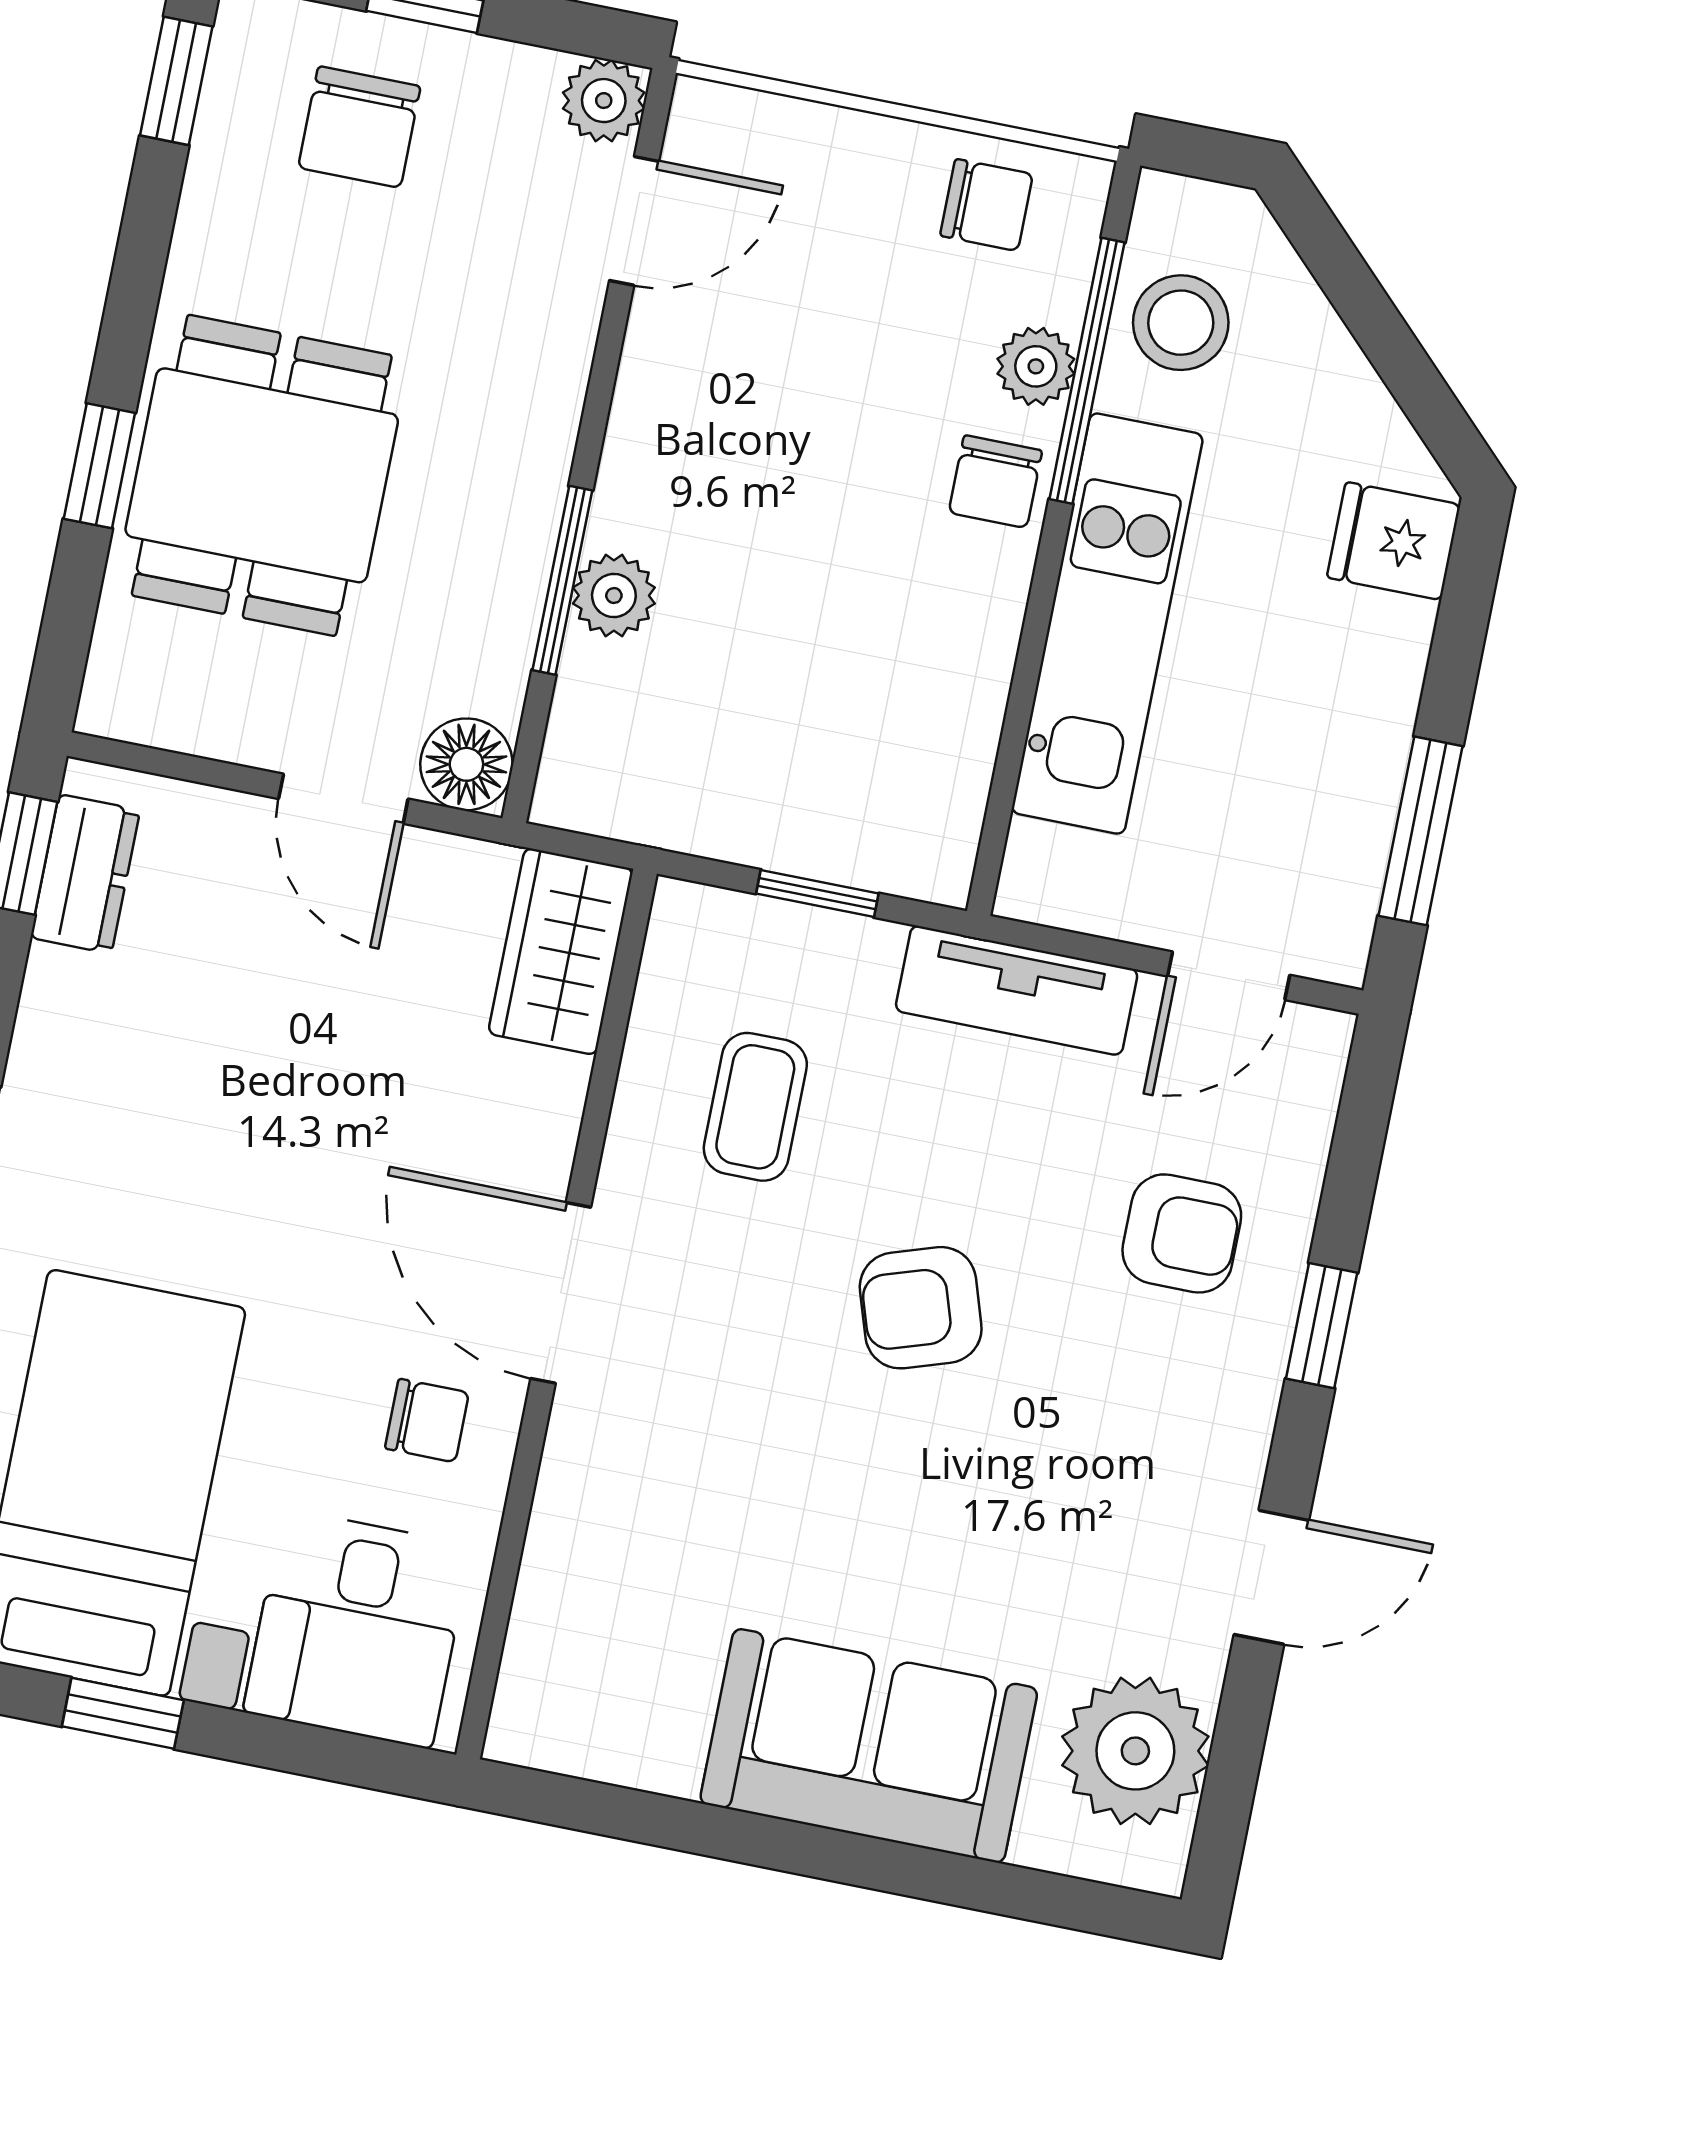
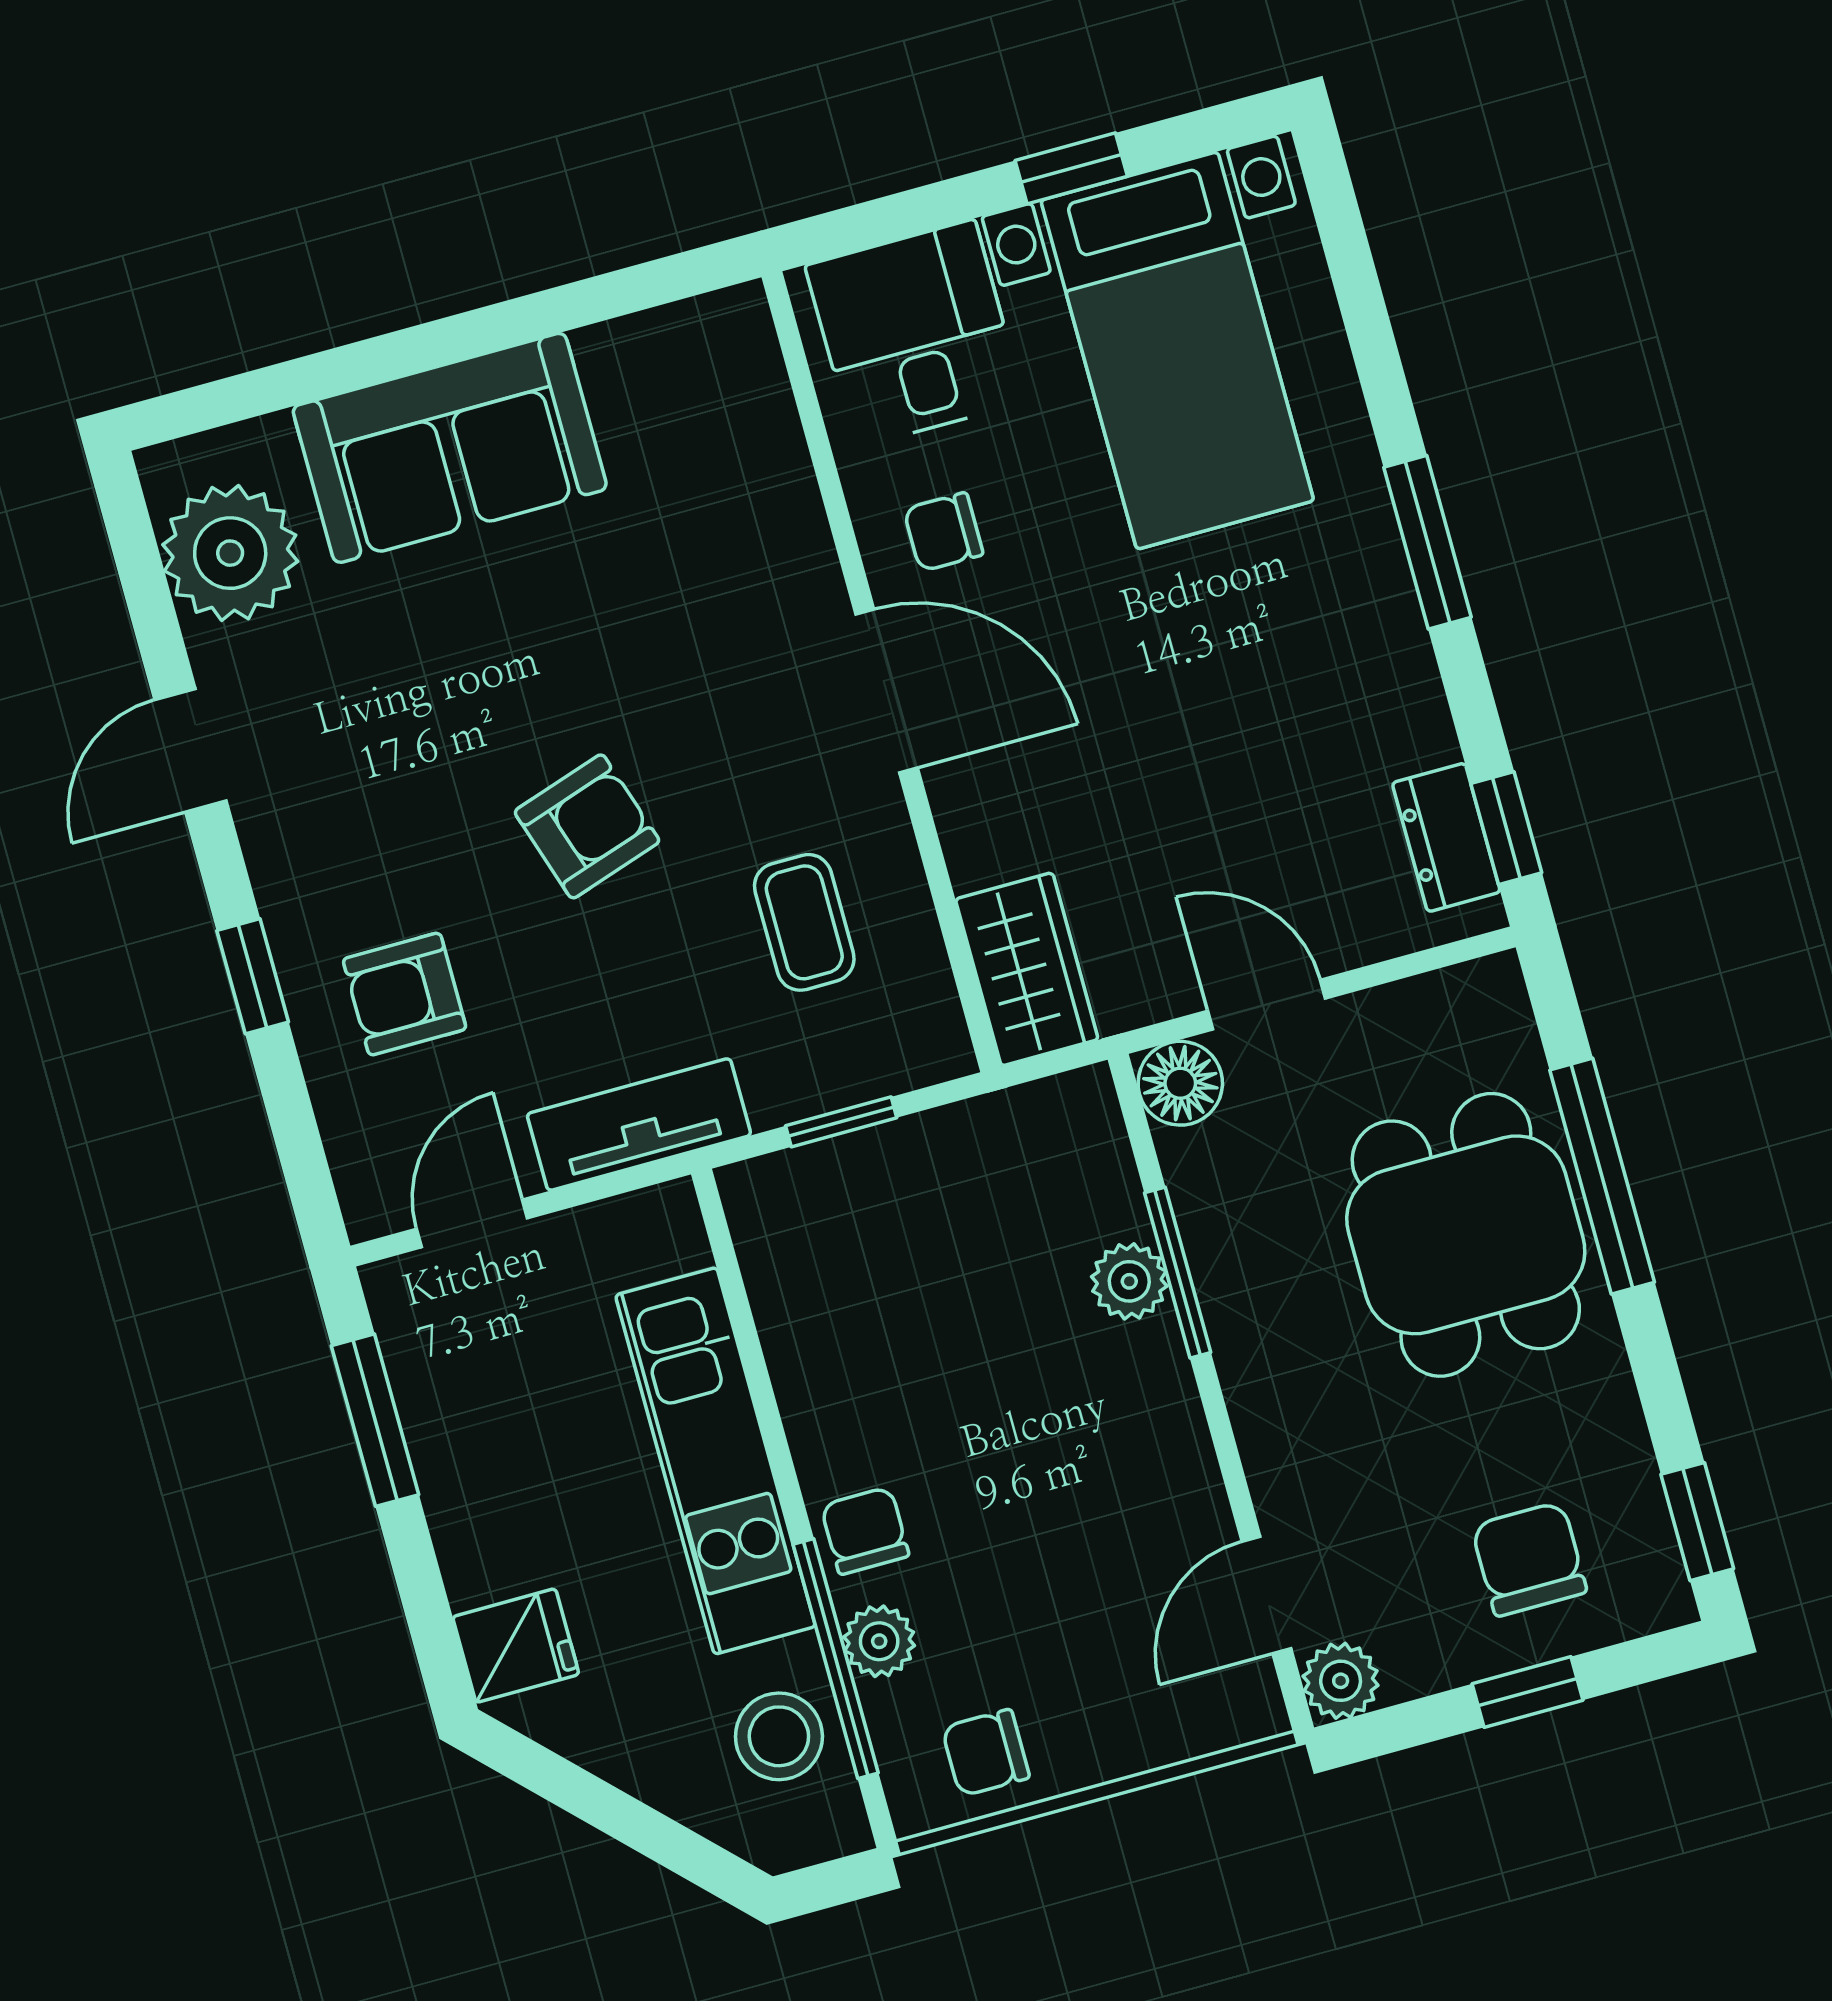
window: (99, 466) -> (1602, 1176), width x2.17

